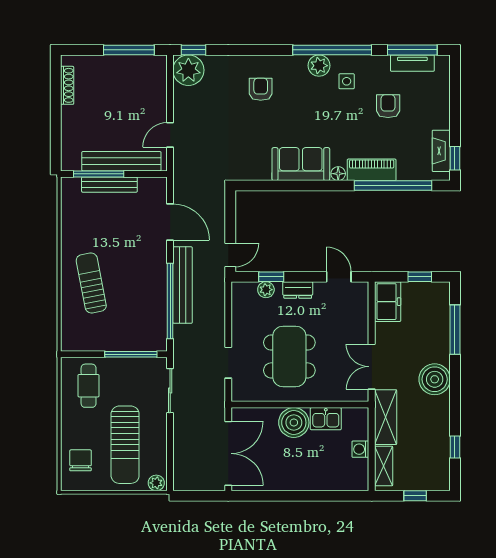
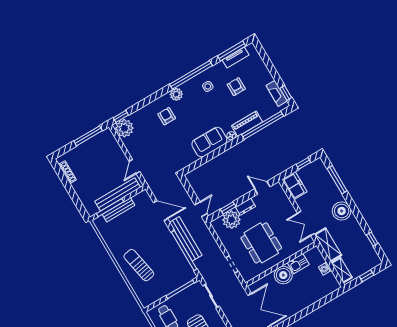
plant: (319, 66) -> (176, 94), moved
plant: (266, 290) -> (231, 220), width x1.87, depth x1.87

